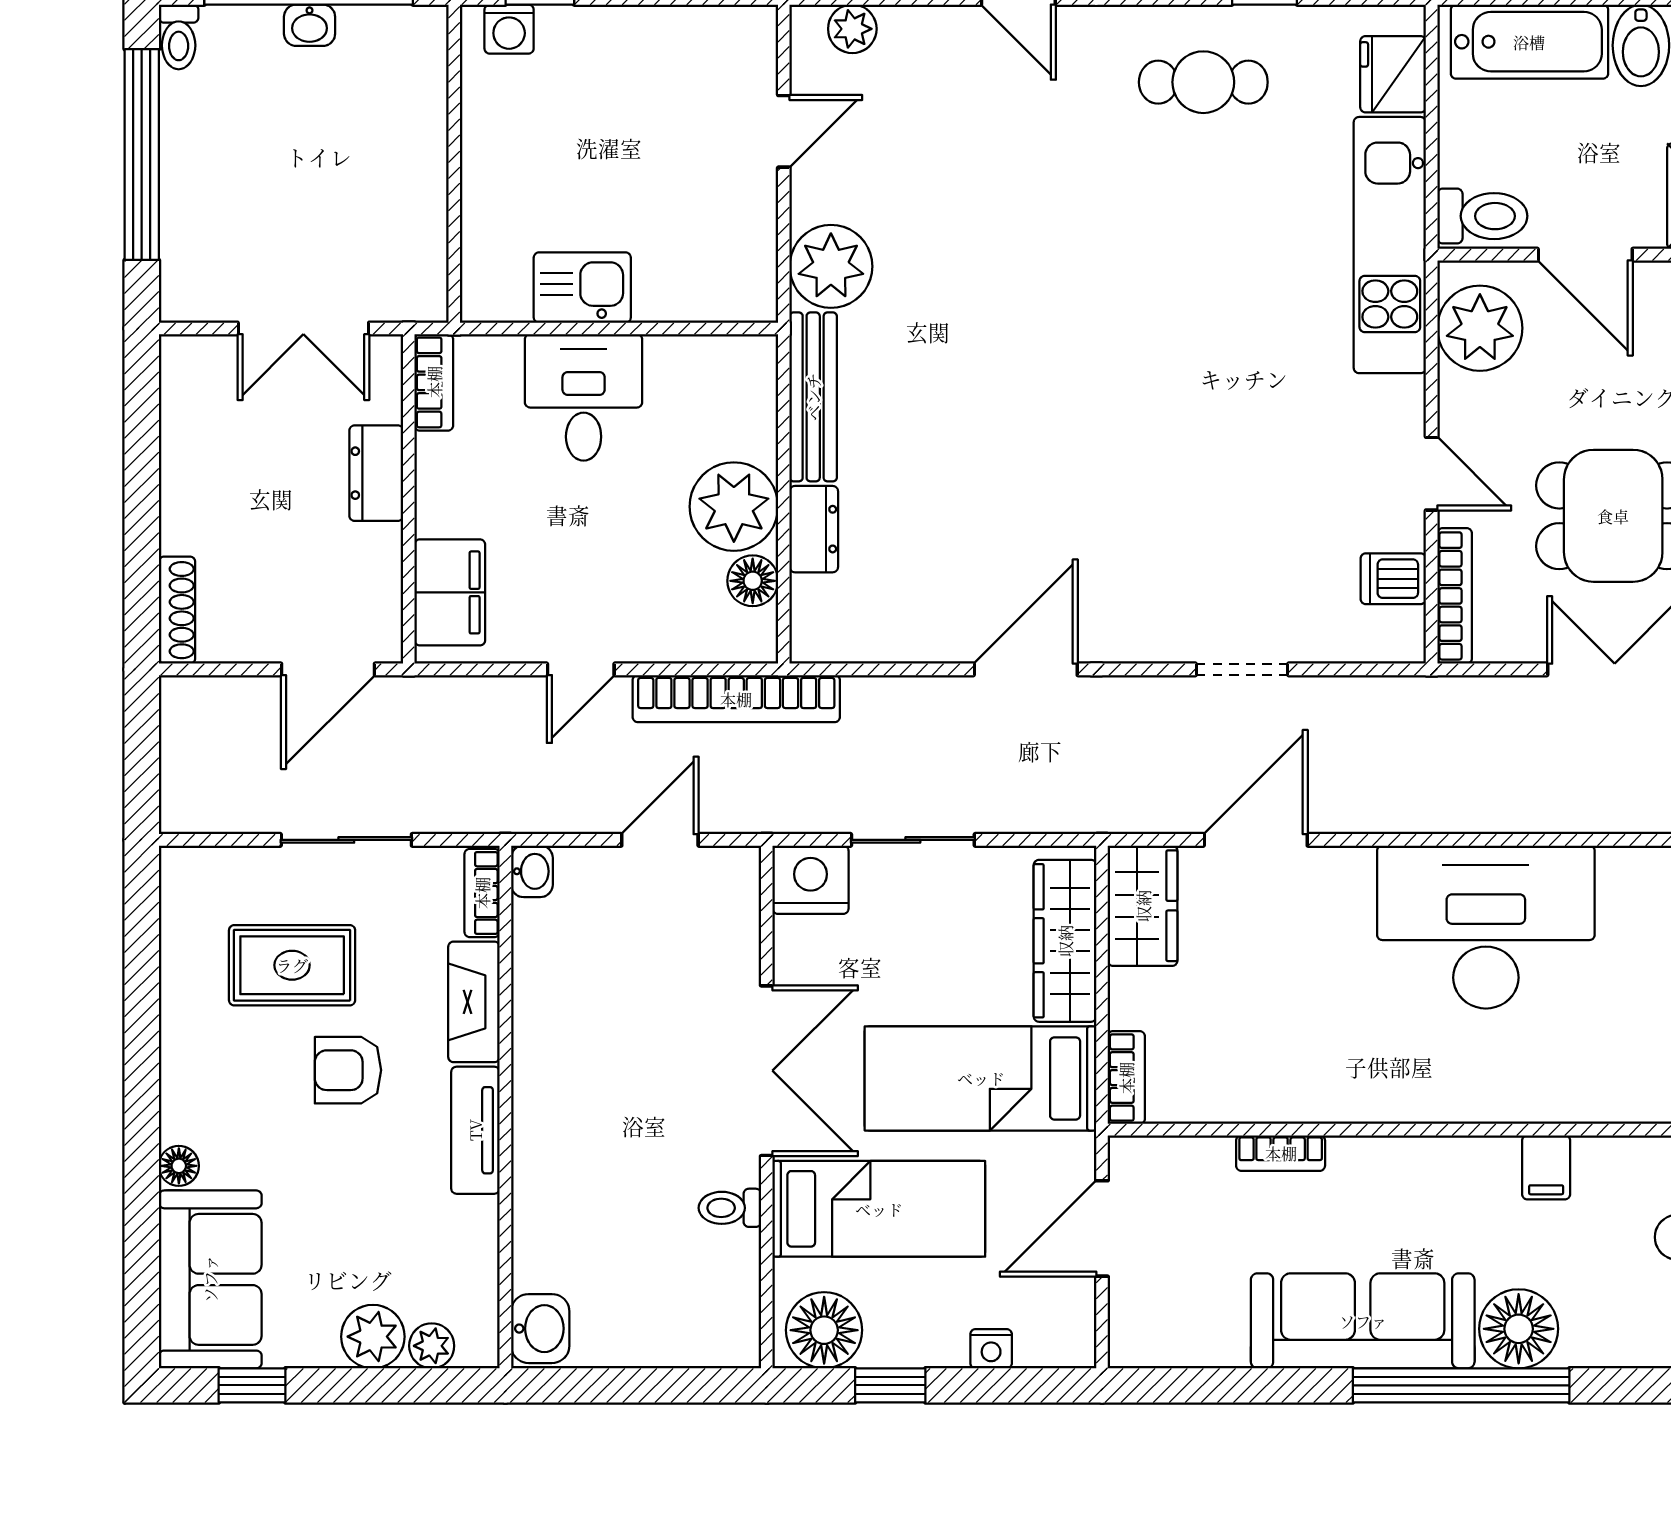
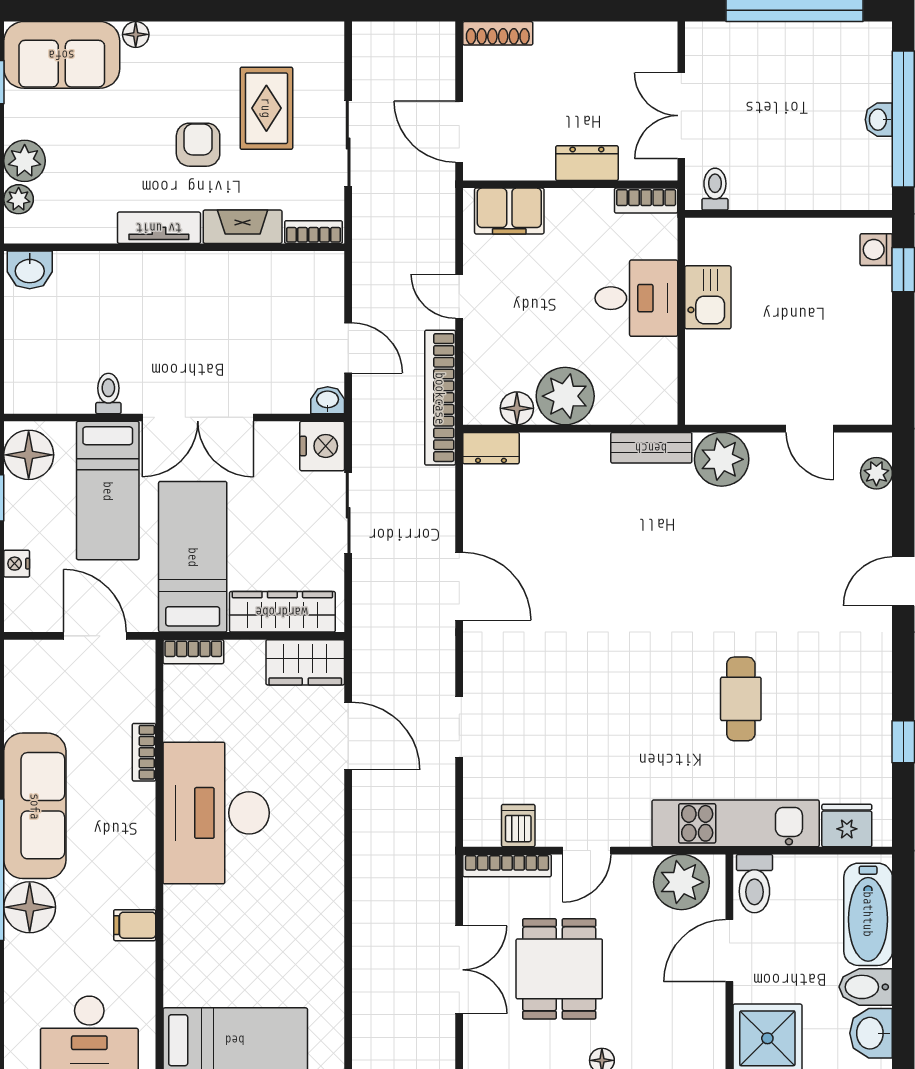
toilet: (179, 37) -> (715, 189), moved, turned 90
cafe table: (1203, 82) -> (741, 699), moved
bench: (813, 397) -> (651, 448), width x0.73
dresser: (814, 529) -> (491, 448), moved
washbasin: (532, 871) -> (328, 400), moved, turned 180
desk: (1486, 927) -> (216, 813), moved, turned 180

